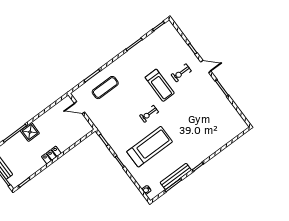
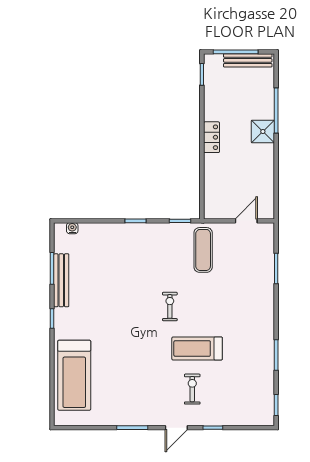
exercise mat: (105, 88) -> (203, 250), moved
treadmill: (150, 147) -> (74, 375), moved

